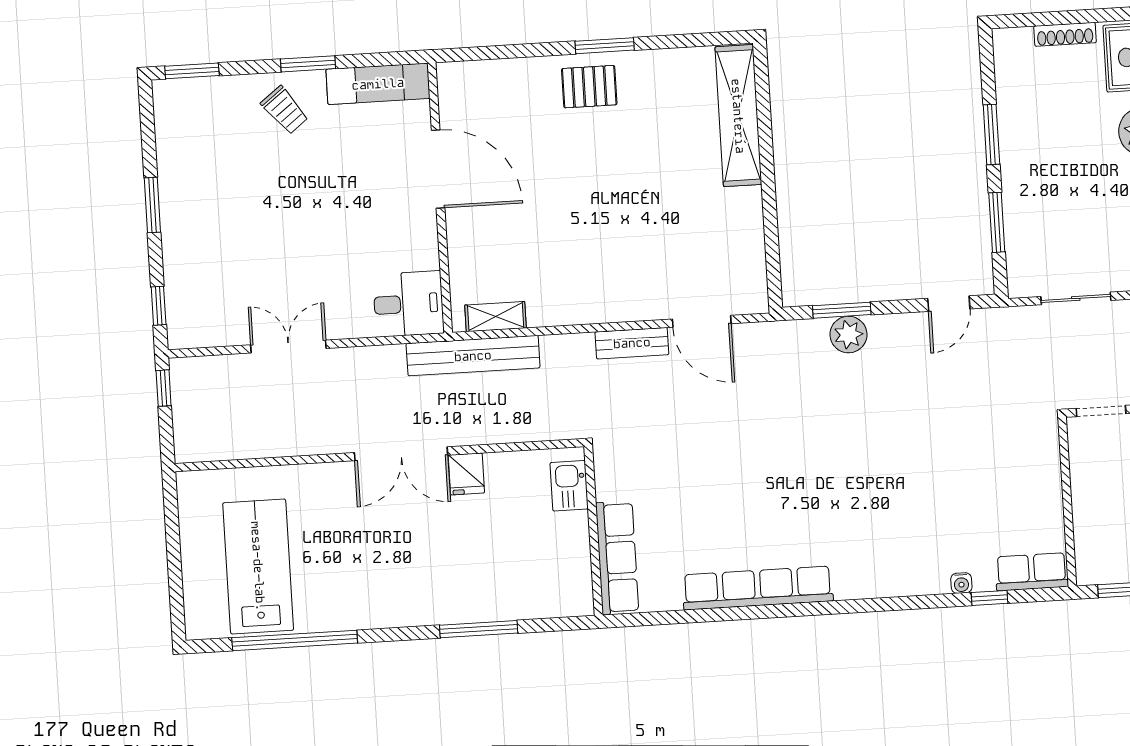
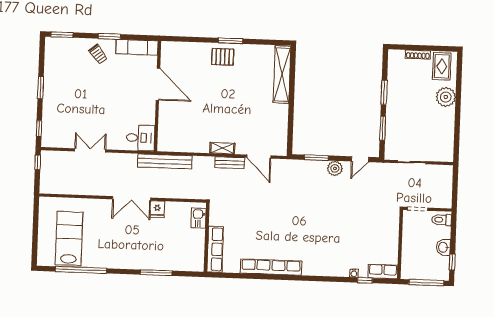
shelving: (496, 317) -> (222, 148), moved
plant: (848, 335) -> (335, 168), moved

